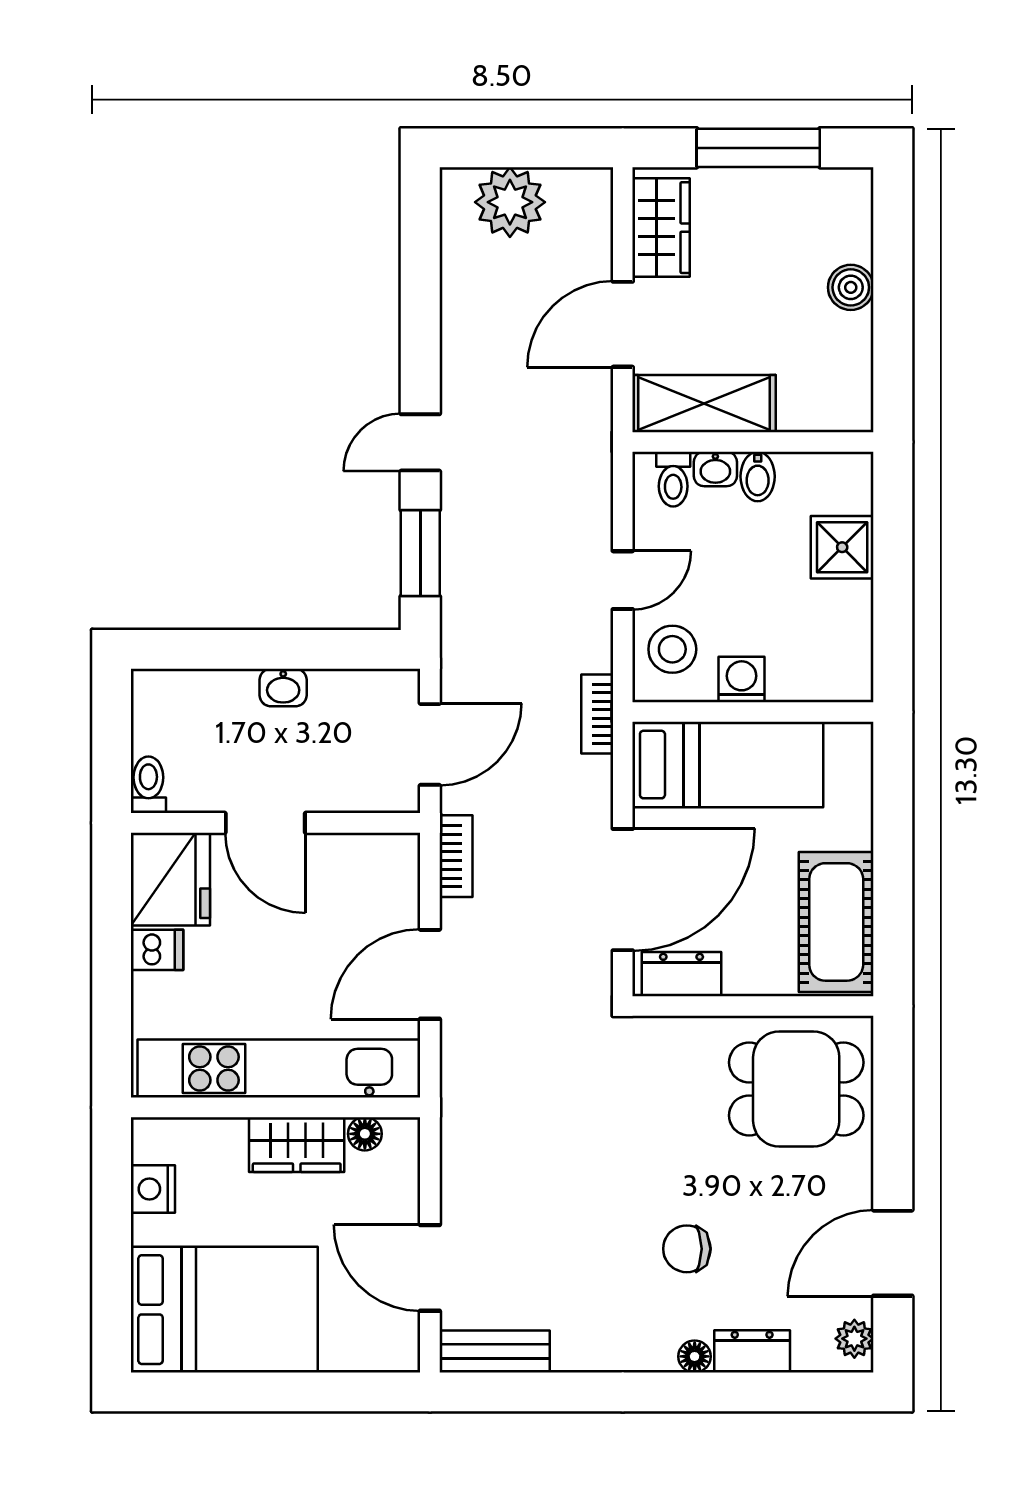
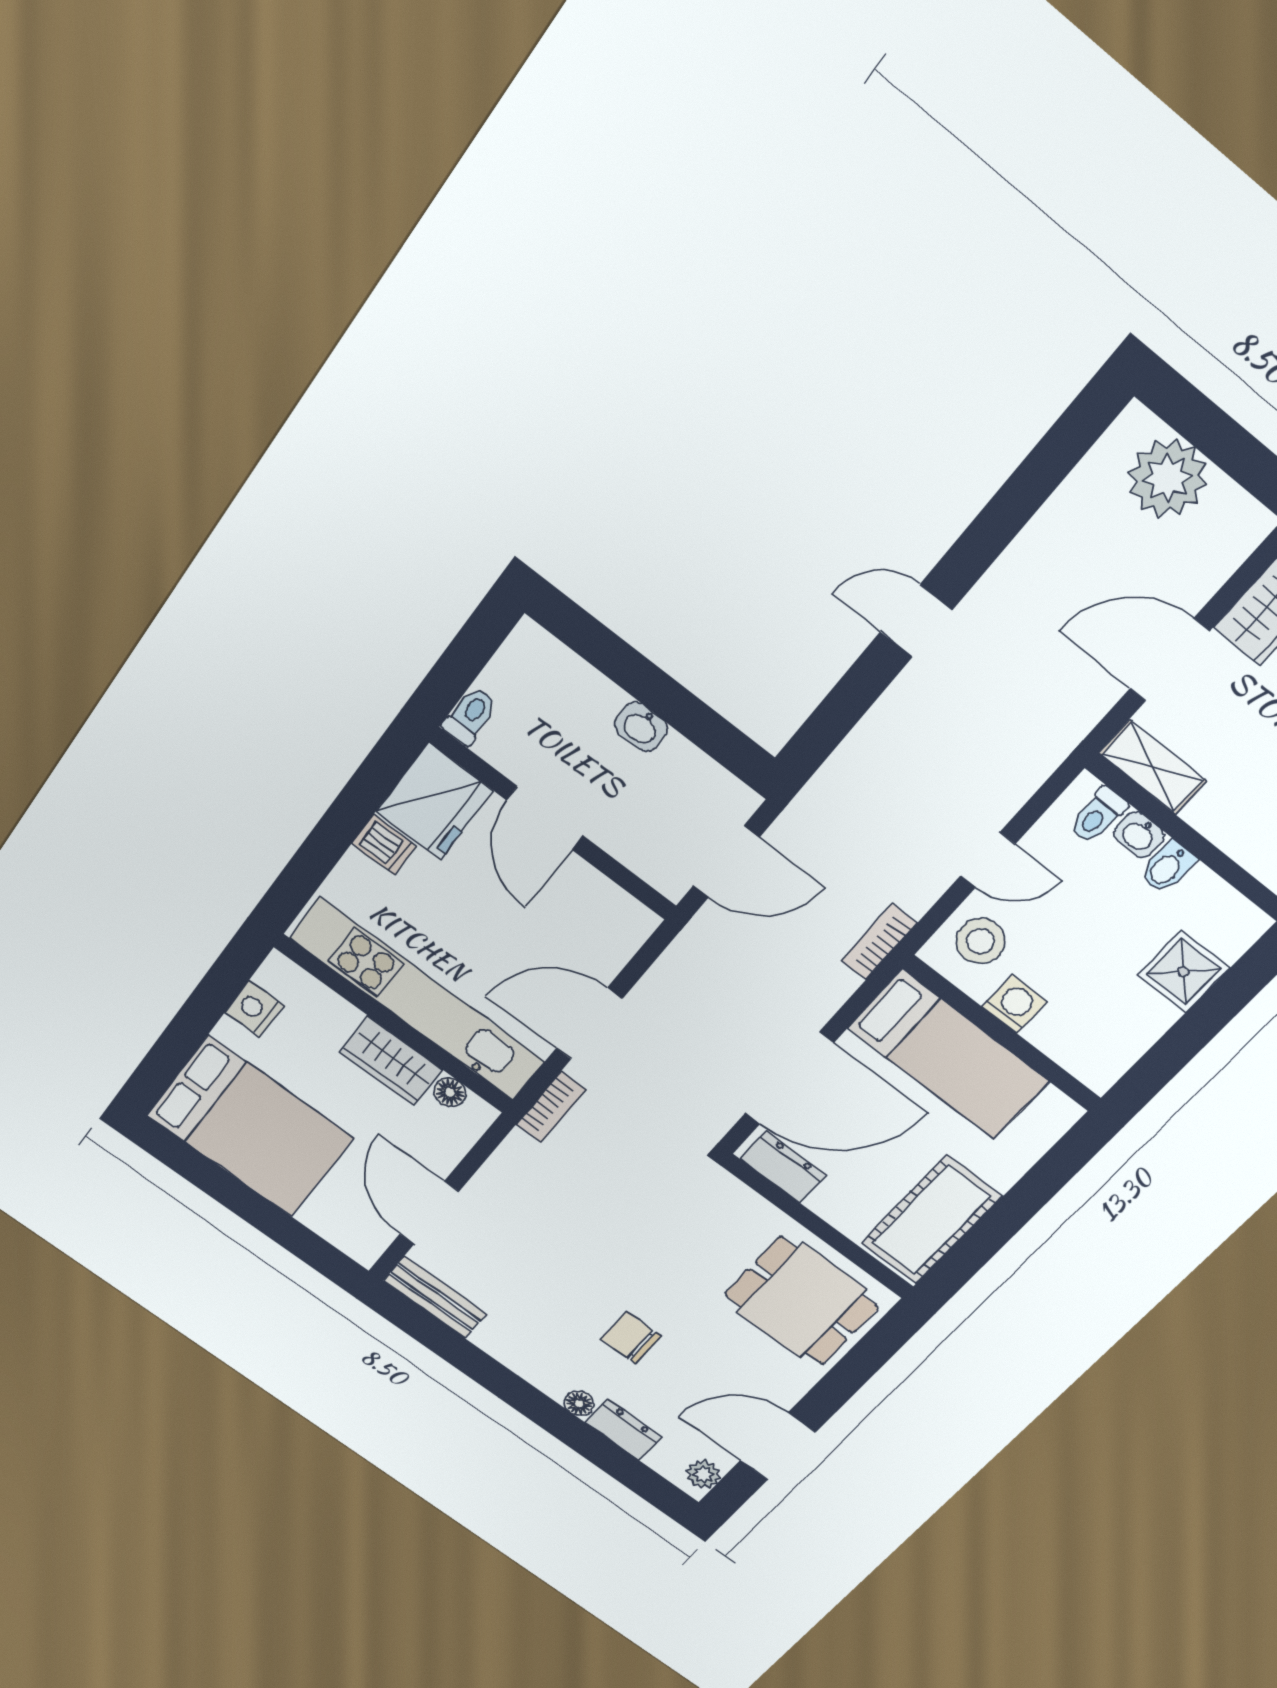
shelving: (704, 404) -> (1153, 767), width x0.67, depth x0.75
window: (420, 553) -> (841, 710), removed
bookcase: (456, 856) -> (551, 1107), moved

